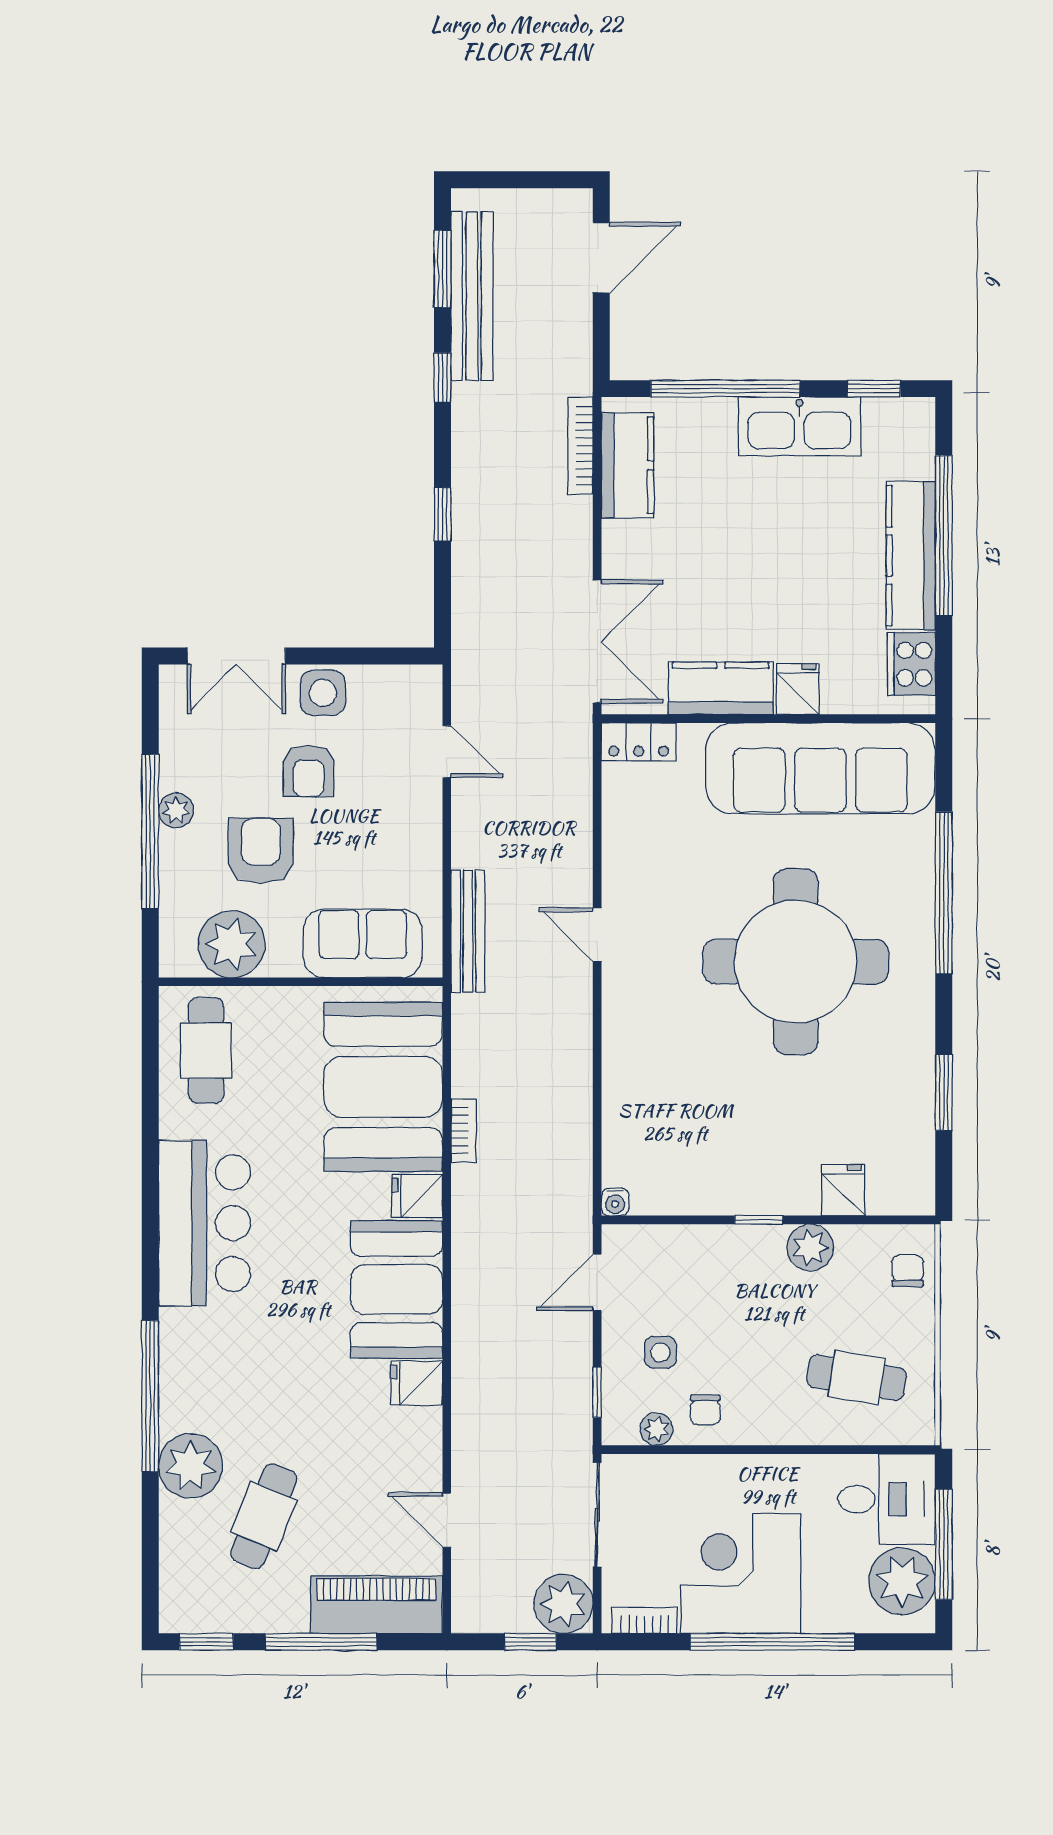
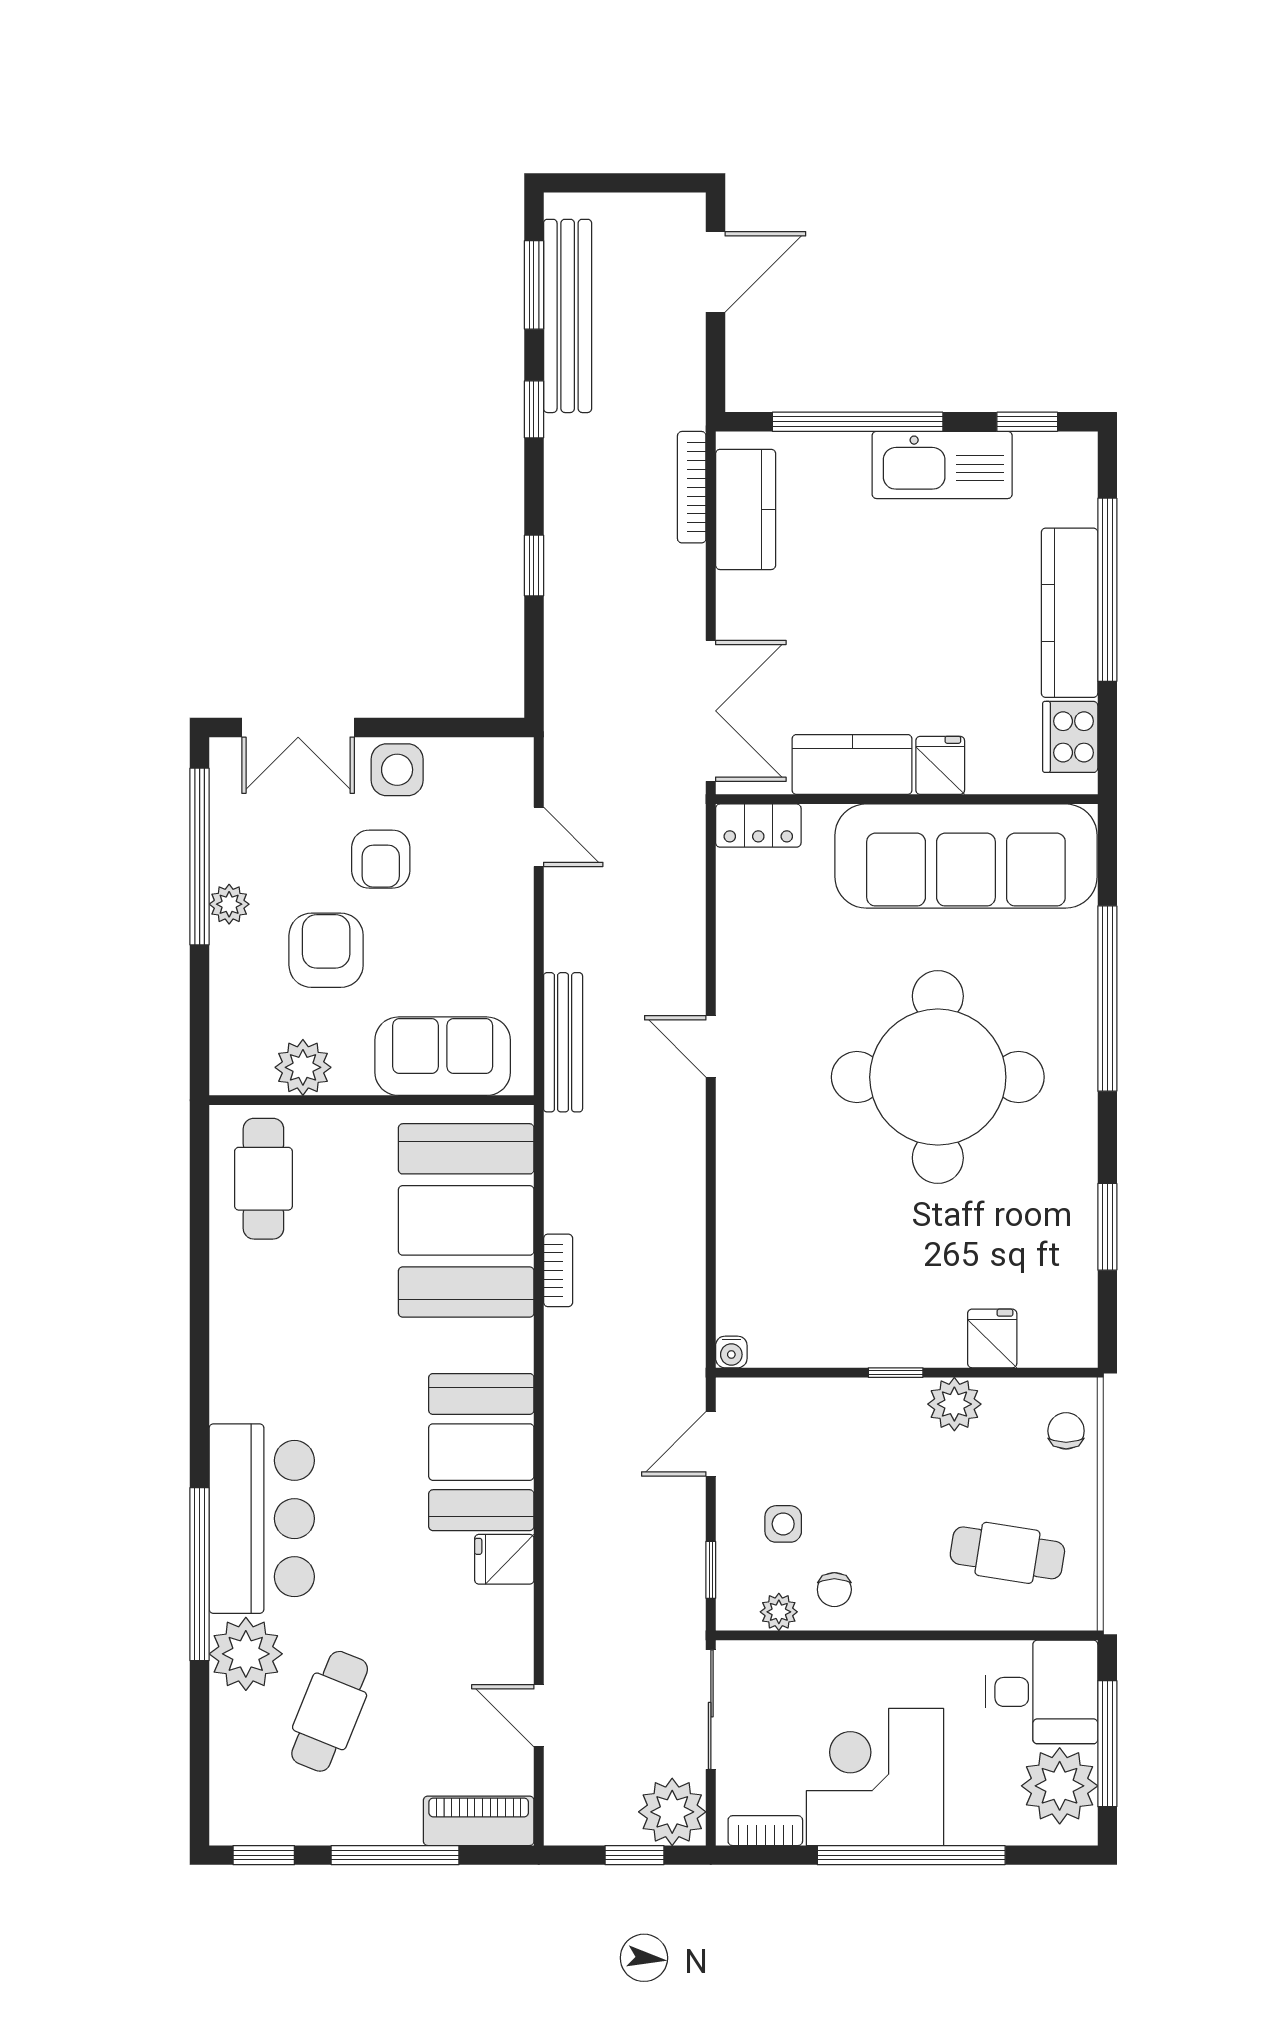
window: (150, 832) -> (200, 857), moved
plant: (232, 944) -> (303, 1067), width x0.73, depth x0.73
fridge: (417, 1196) -> (505, 1345), removed
bar counter: (205, 1223) -> (262, 1519), moved
piano: (377, 1605) -> (479, 1821), width x0.73, depth x0.75

